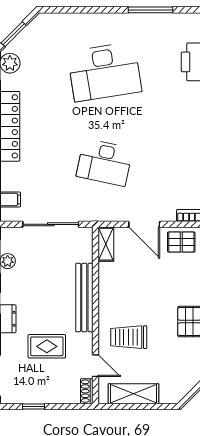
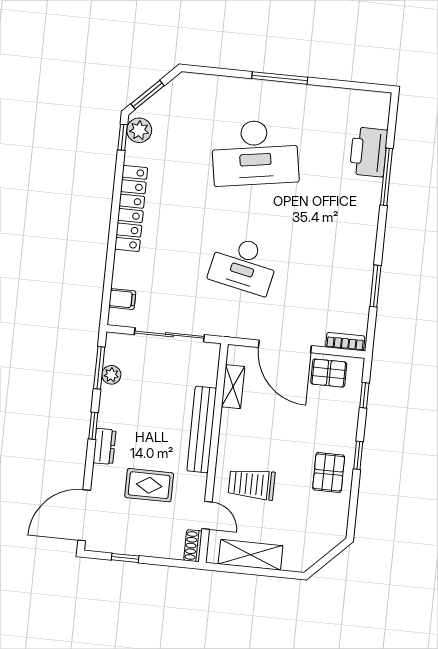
window: (151, 10) -> (280, 78), moved
door: (144, 224) -> (285, 346), width x1.36
shelving: (106, 244) -> (233, 387), moved

